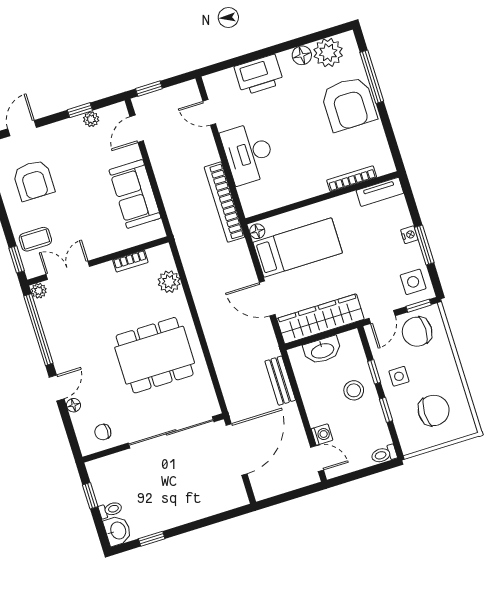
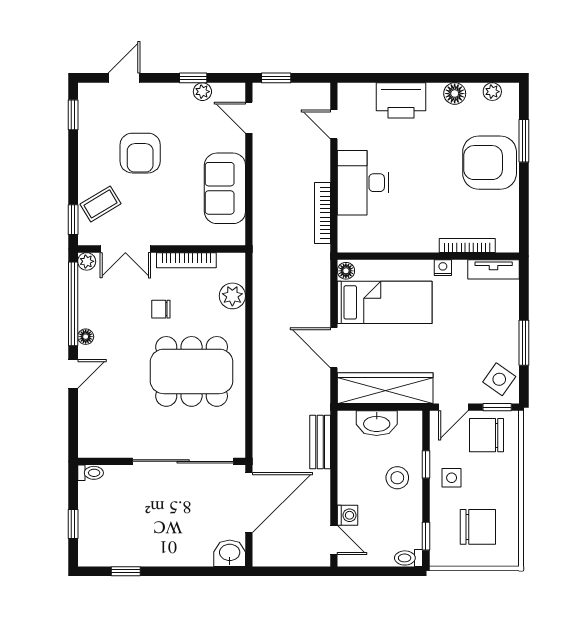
plant: (328, 53) -> (492, 92), width x0.53, depth x0.53
window: (372, 77) -> (524, 141), width x0.69
armchair: (349, 104) -> (490, 163), turned 90
door: (137, 129) -> (249, 118), hinge flipped
armchair: (34, 180) -> (140, 153), moved
bookcase: (224, 202) -> (323, 213), width x0.68, depth x0.76
nightstand: (409, 235) -> (443, 268), moved, turned -90
coffee table: (35, 239) -> (101, 204), turned -31
bookcase: (130, 261) -> (186, 260), width x1.56
double door: (68, 270) -> (125, 249), swing flipped
side table: (413, 282) -> (499, 379), turned 35
floor lamp: (73, 405) -> (86, 337), moved
window: (386, 410) -> (426, 536), moved
chair: (103, 432) -> (161, 309), moved
window: (90, 496) -> (73, 524), moved
toilet: (110, 510) -> (91, 473), moved
washbasin: (118, 531) -> (230, 553), moved, turned -90

